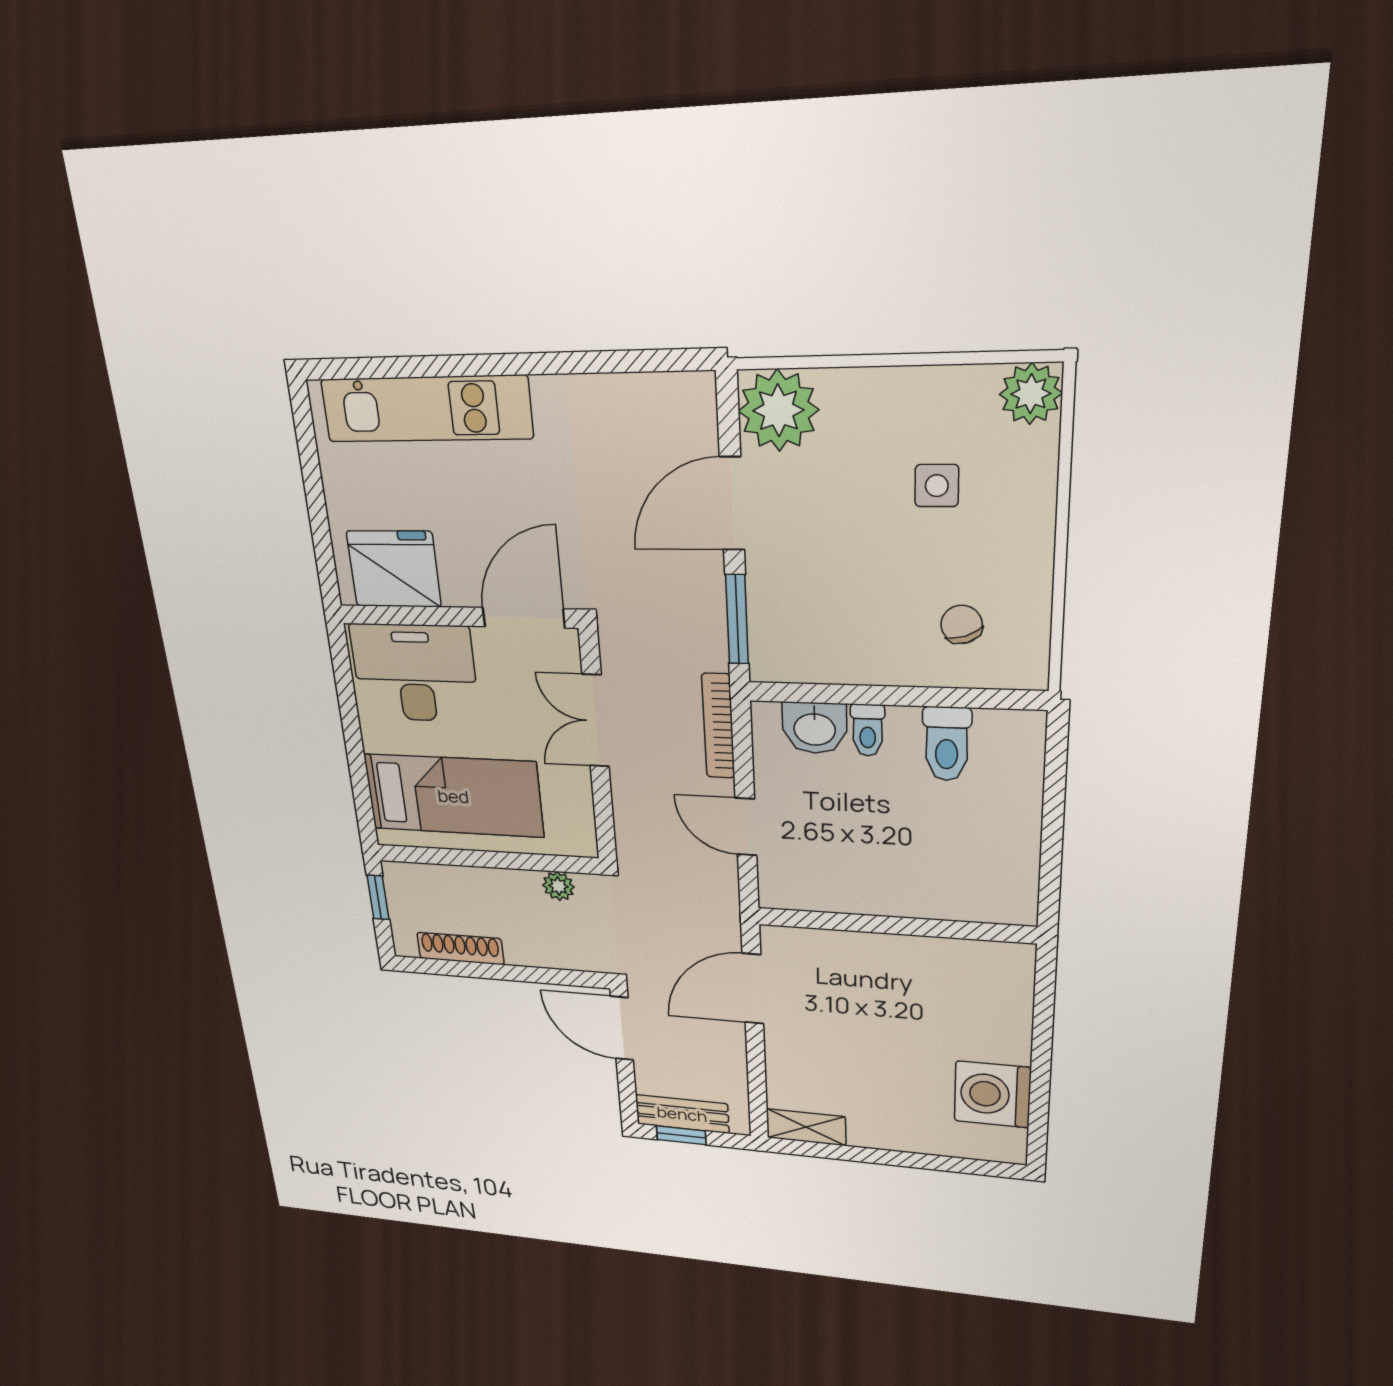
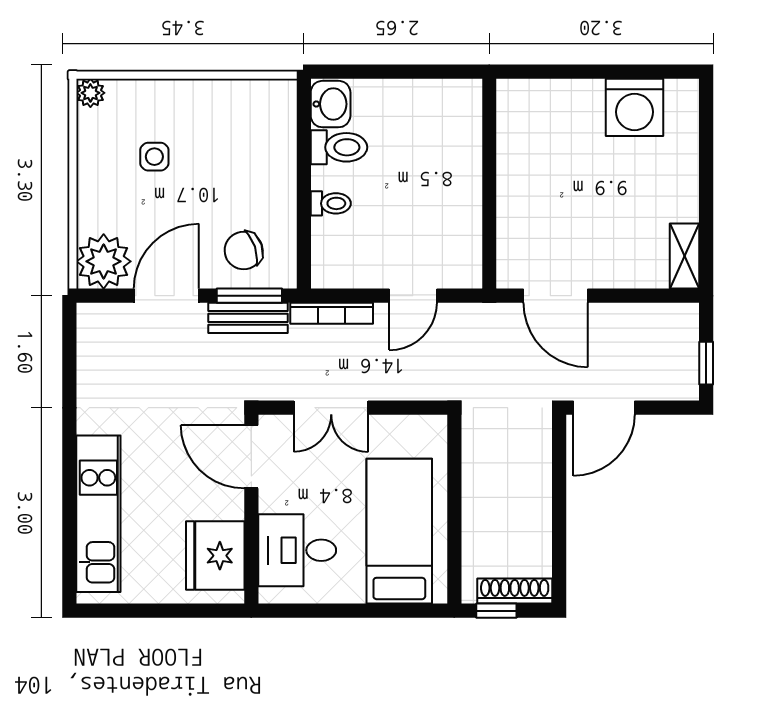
plant: (1031, 394) -> (90, 93), width x0.73, depth x0.73
door: (732, 504) -> (166, 296), swing flipped
chair: (962, 624) -> (244, 251), moved, width x1.37, depth x1.37
desk: (415, 673) -> (297, 550), width x0.73
washbasin: (815, 728) -> (331, 104), moved
plant: (558, 886) -> (474, 451), removed
shoe rack: (460, 949) -> (515, 591), moved, turned 90
bench: (682, 1114) -> (248, 318), moved, turned 90

